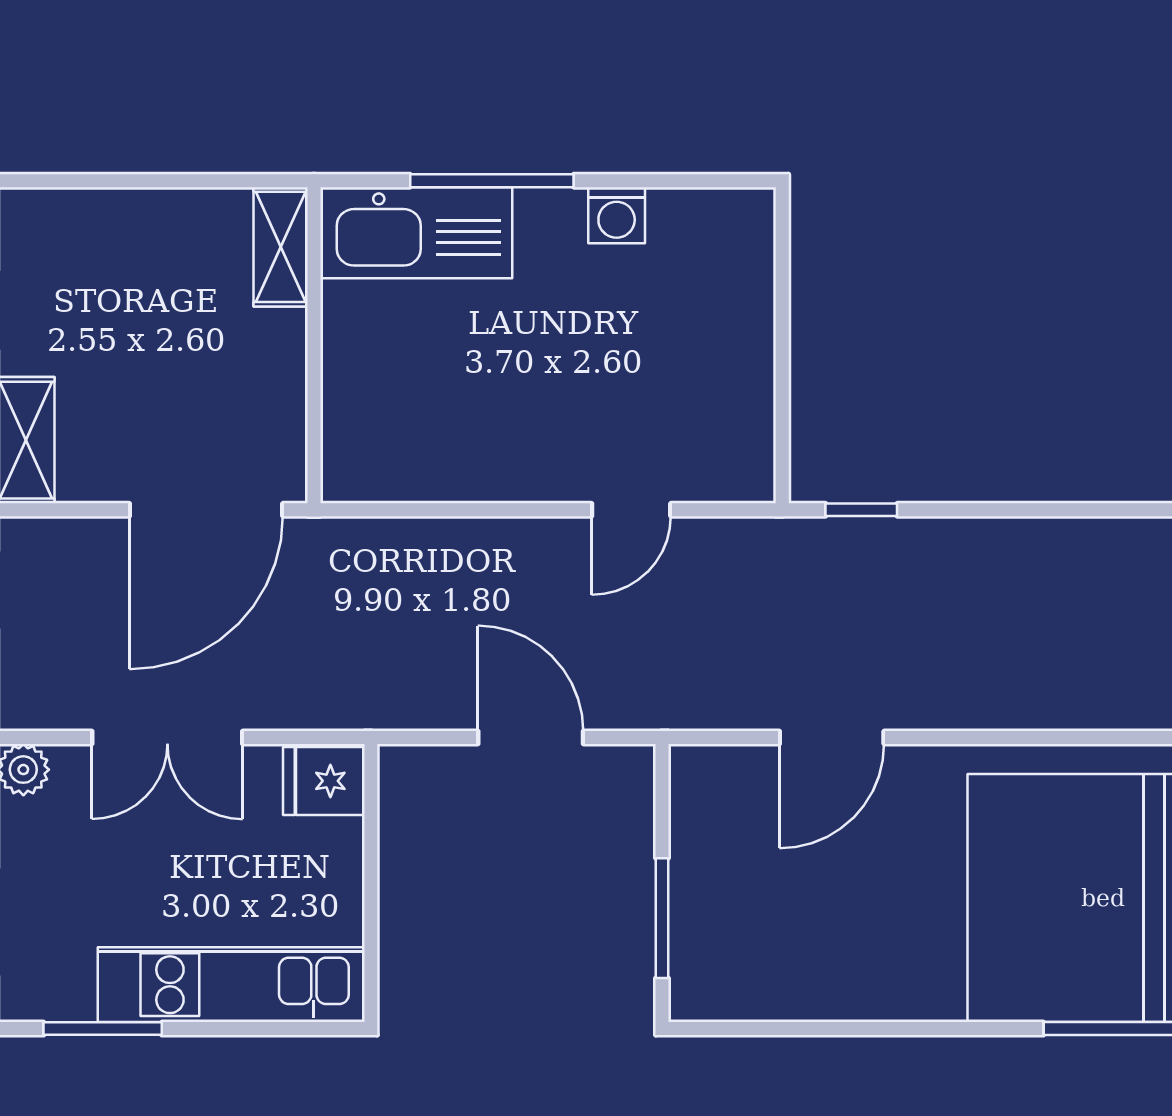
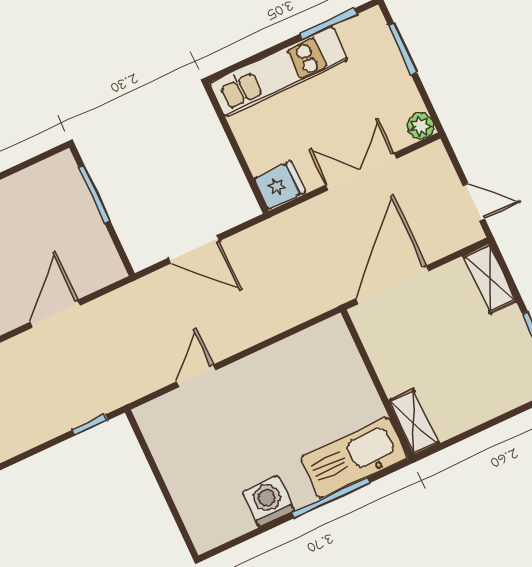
washing machine: (617, 215) -> (268, 501), width x1.38, depth x1.38

